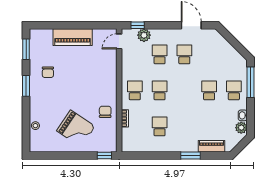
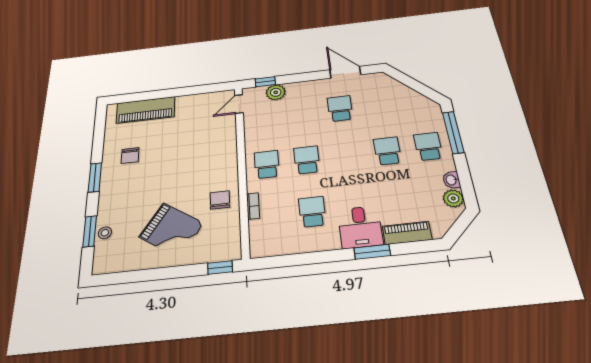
piano: (73, 37) -> (146, 110), moved
window: (26, 49) -> (90, 231), moved
school desk: (160, 54) -> (302, 113), removed
desk: (186, 140) -> (360, 227), added

